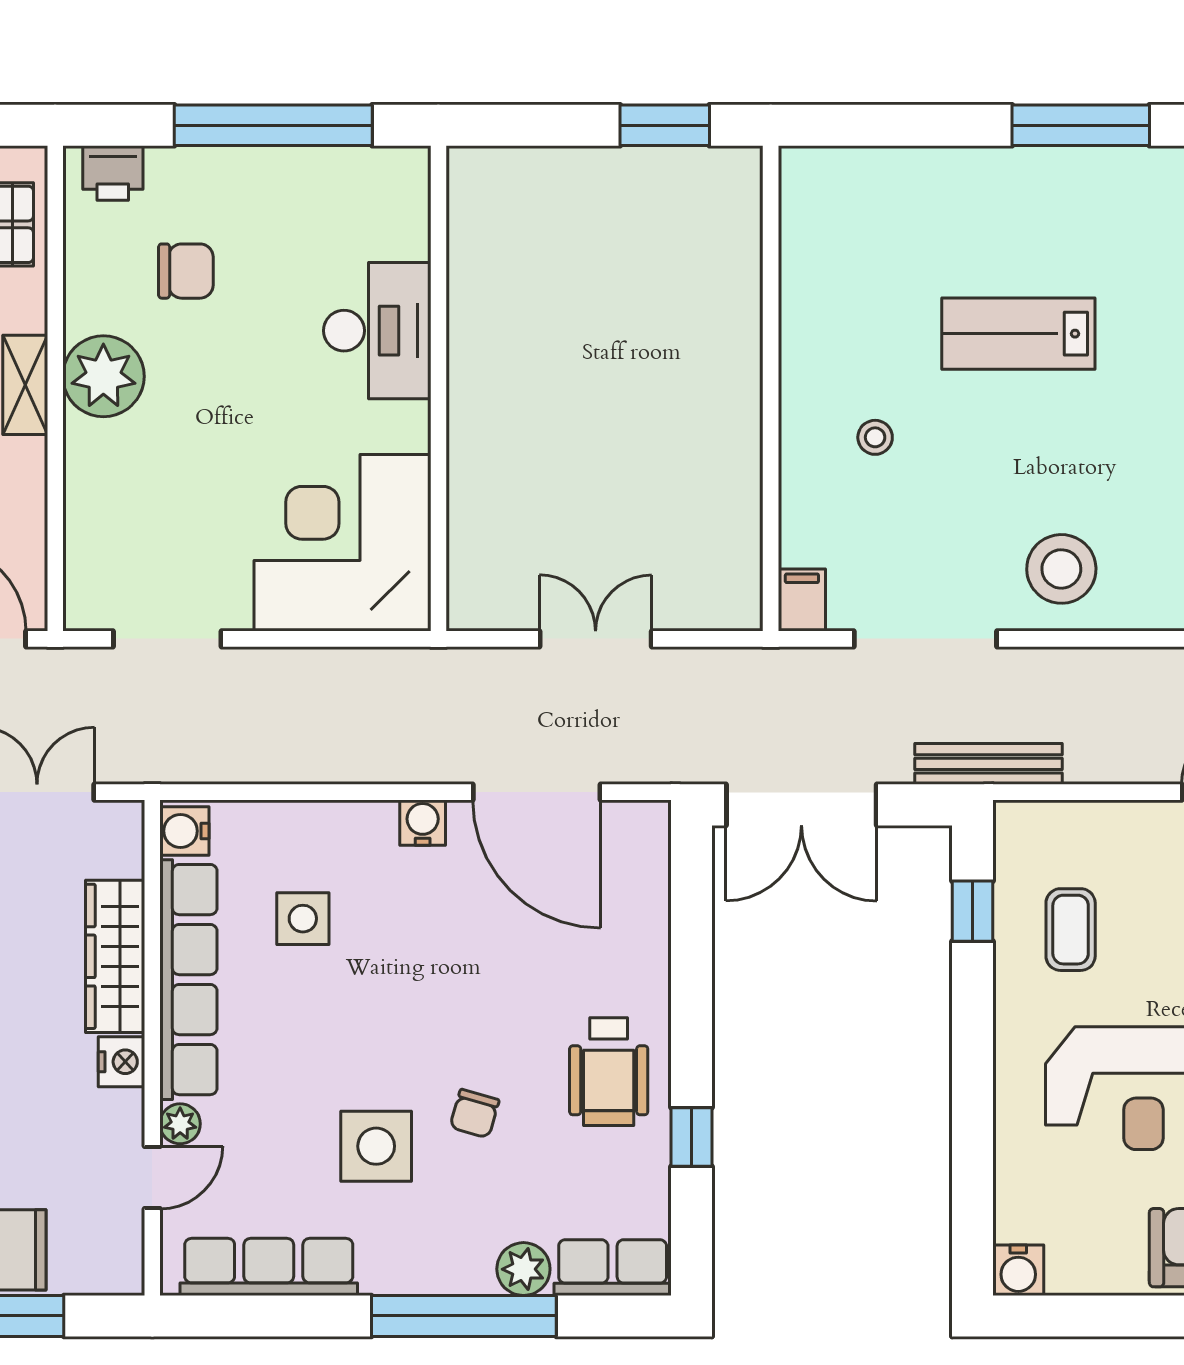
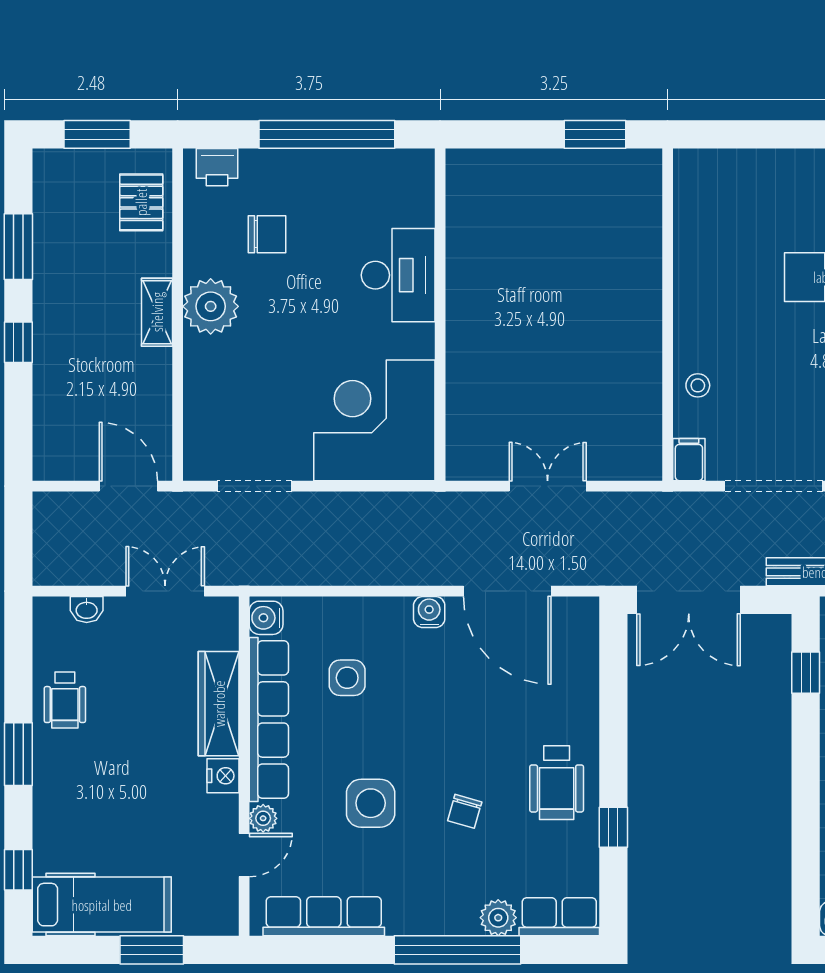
stool: (875, 437) -> (698, 385), moved
side table: (376, 1146) -> (371, 803), moved

